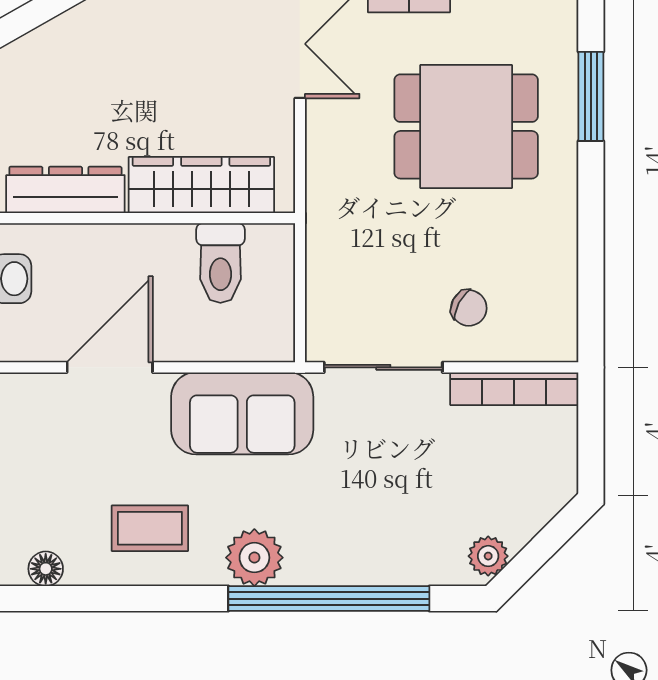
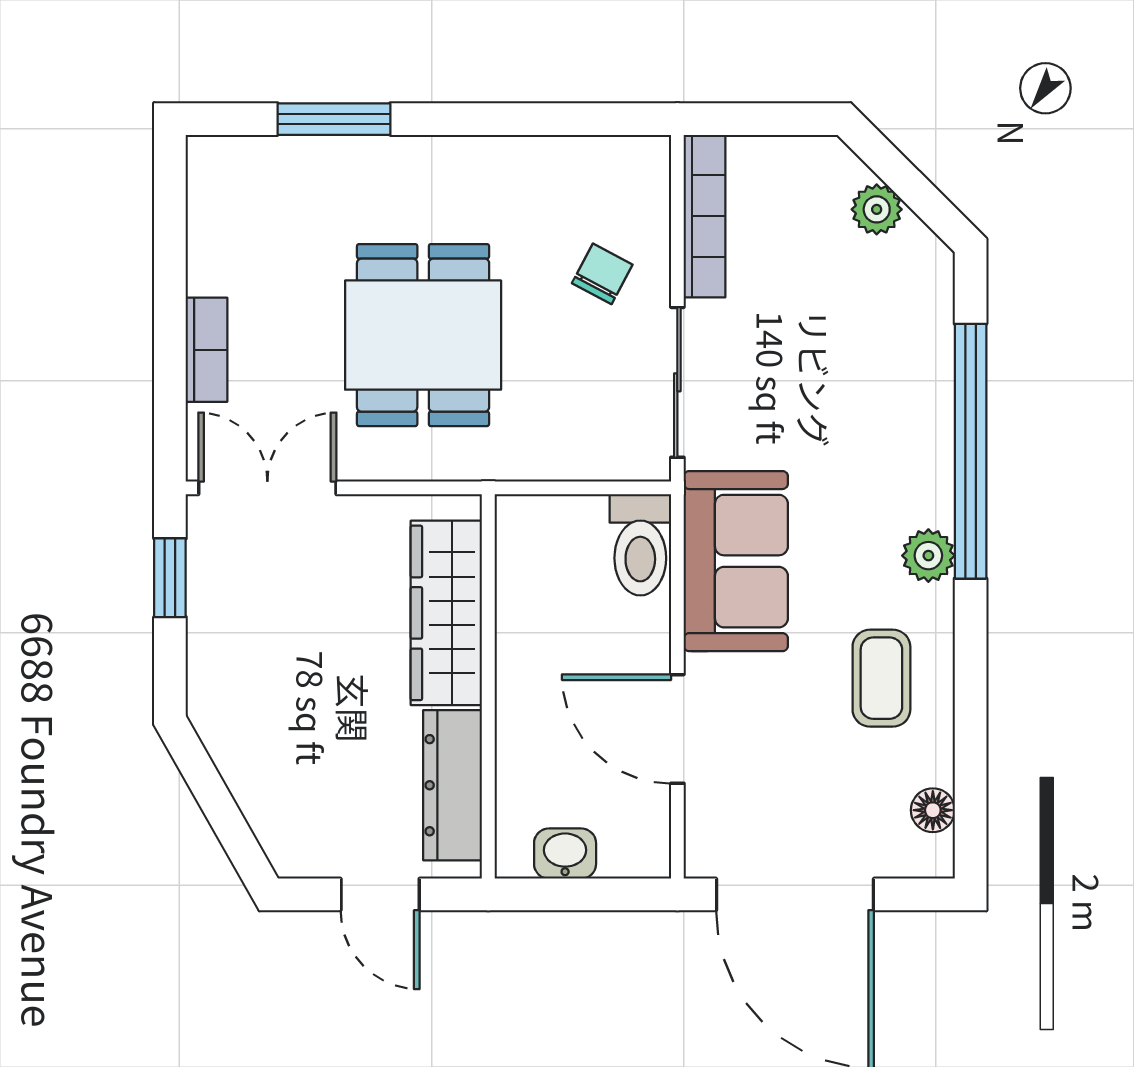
dining table: (466, 126) -> (423, 335), moved
toilet: (220, 263) -> (640, 545), moved, turned 90
plant: (488, 556) -> (877, 209), moved
plant: (254, 558) -> (928, 556), width x0.73, depth x0.73

